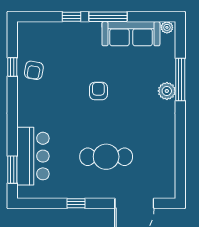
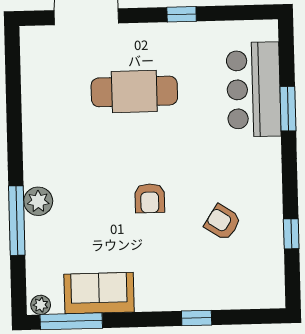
window: (108, 17) -> (71, 321), moved
sofa: (131, 34) -> (99, 293), width x0.73
armchair: (34, 70) -> (223, 222), moved, turned -67
window: (12, 170) -> (288, 109), moved

